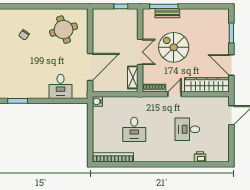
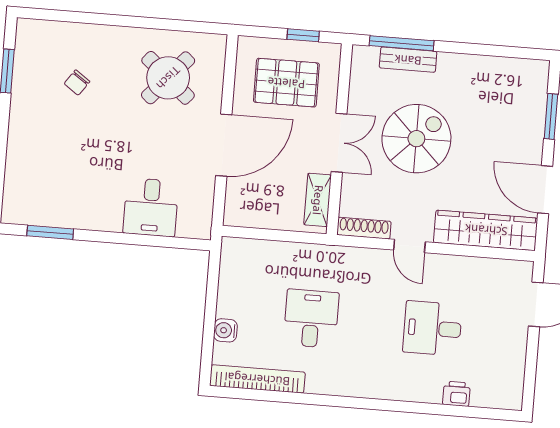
pallet: (115, 28) -> (286, 83), added
round table: (64, 30) -> (168, 78), turned -32
spiral stairs: (174, 47) -> (416, 139), turned 90
door: (90, 67) -> (224, 145), moved
door: (174, 94) -> (409, 246), swing flipped
water cooler: (97, 101) -> (225, 330), moved
desk: (134, 129) -> (311, 319), turned 180

